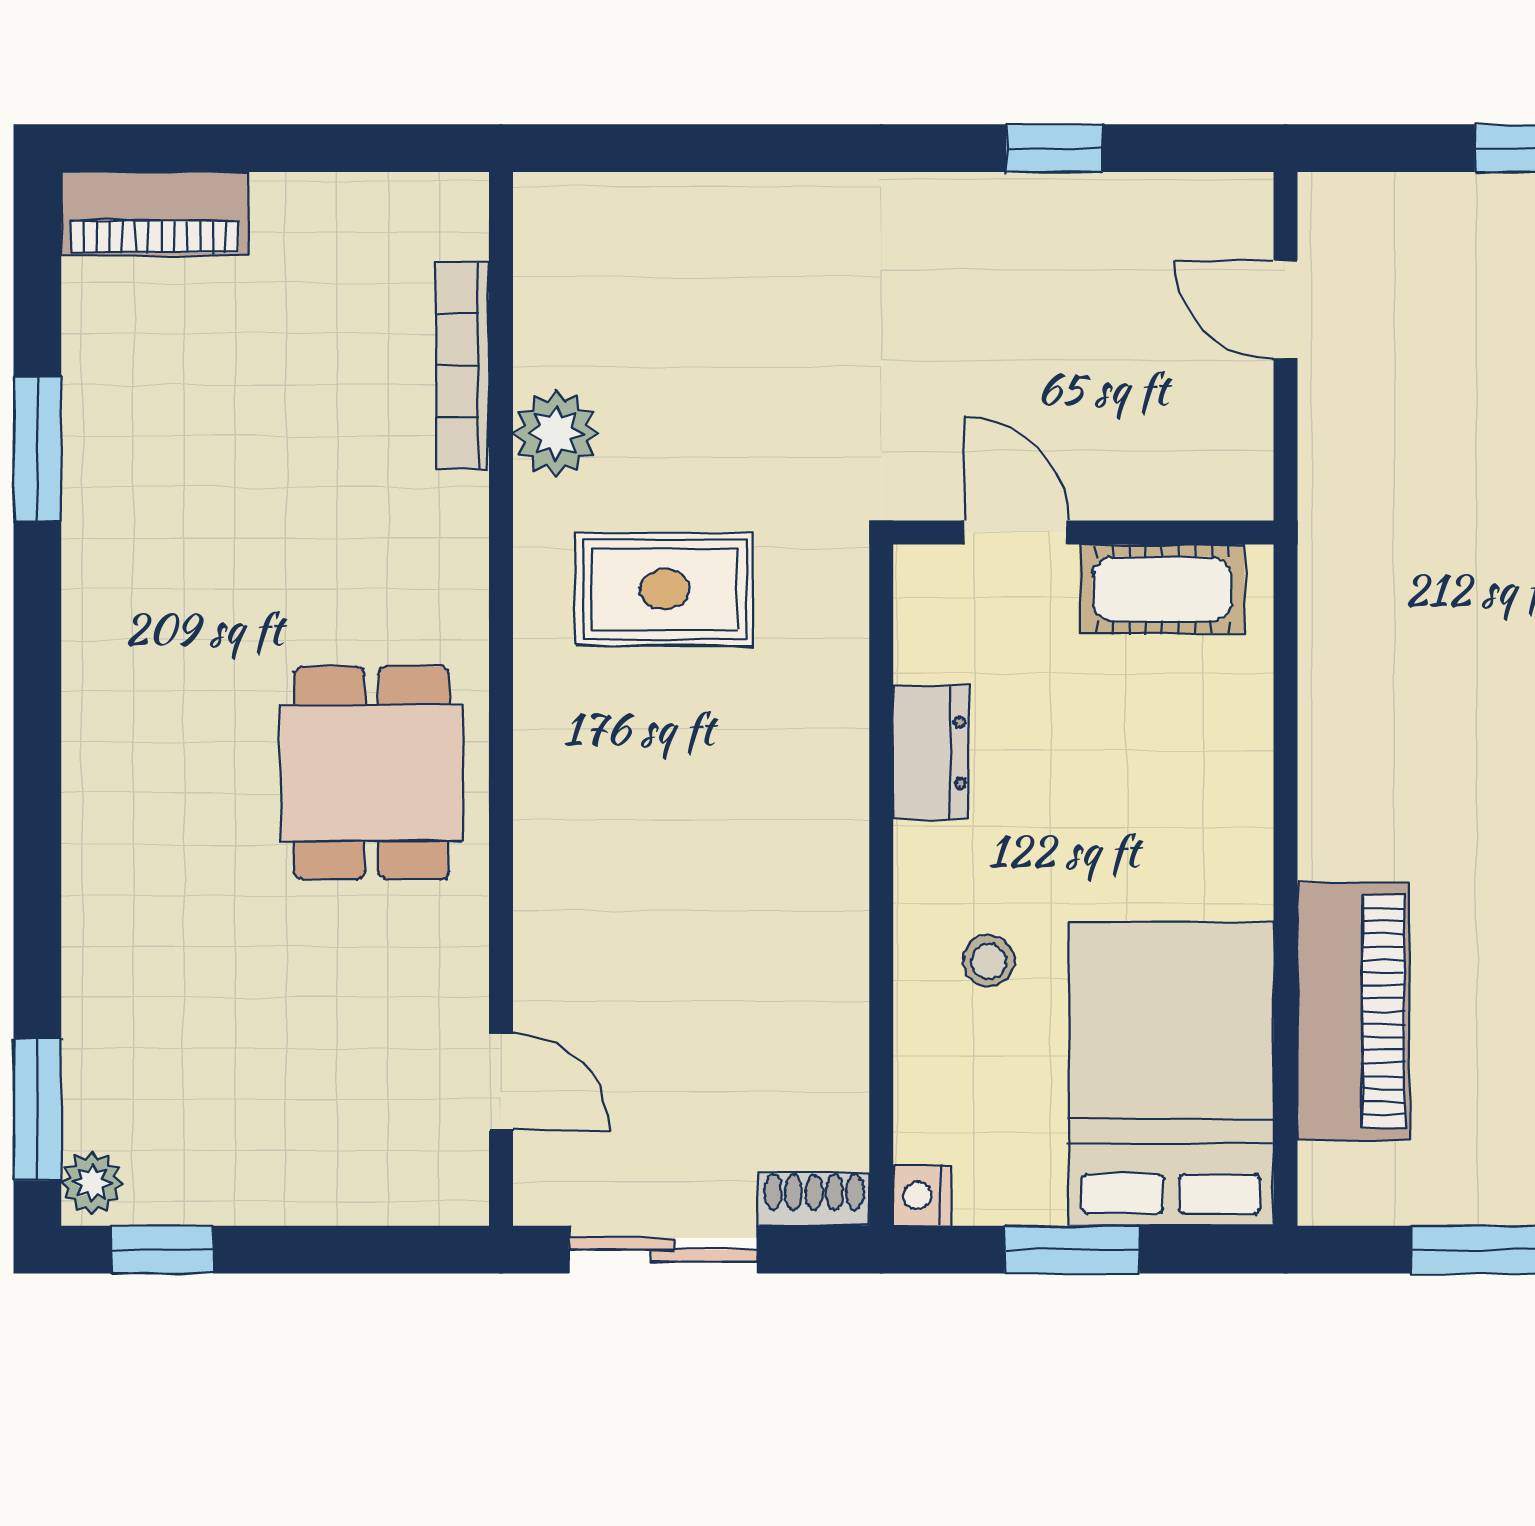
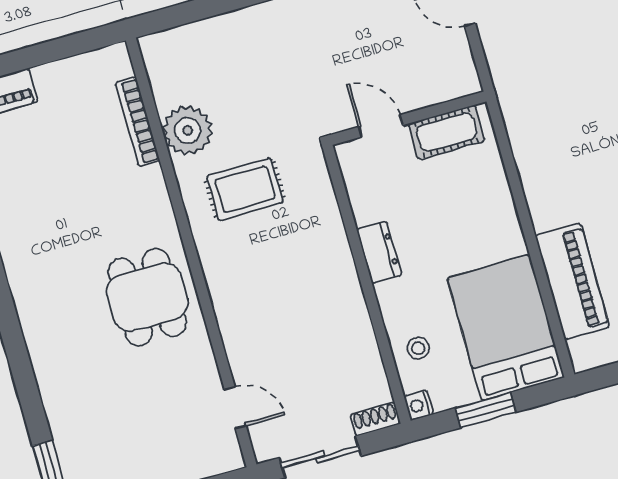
plant: (556, 433) -> (188, 130), width x1.36, depth x1.36
dresser: (931, 753) -> (379, 252), moved
stool: (989, 961) -> (418, 348), moved

